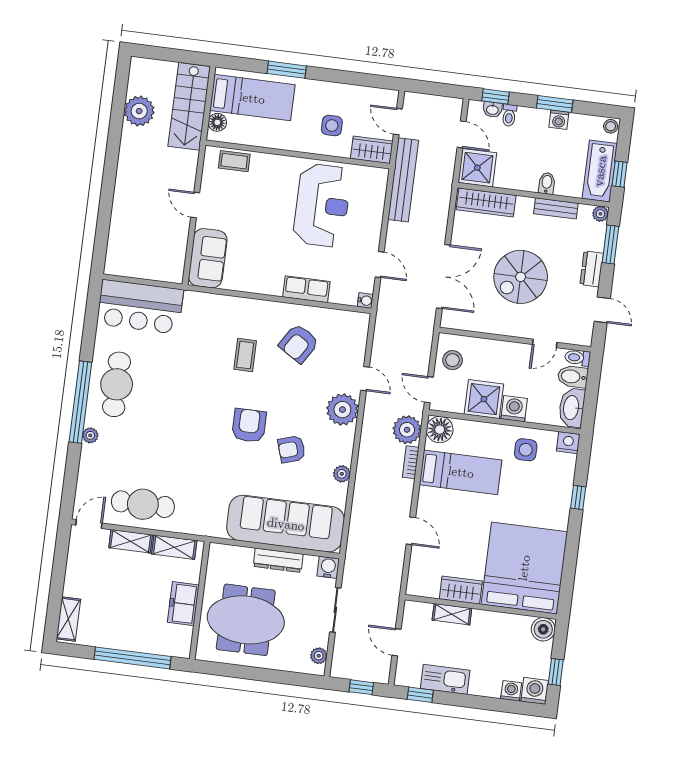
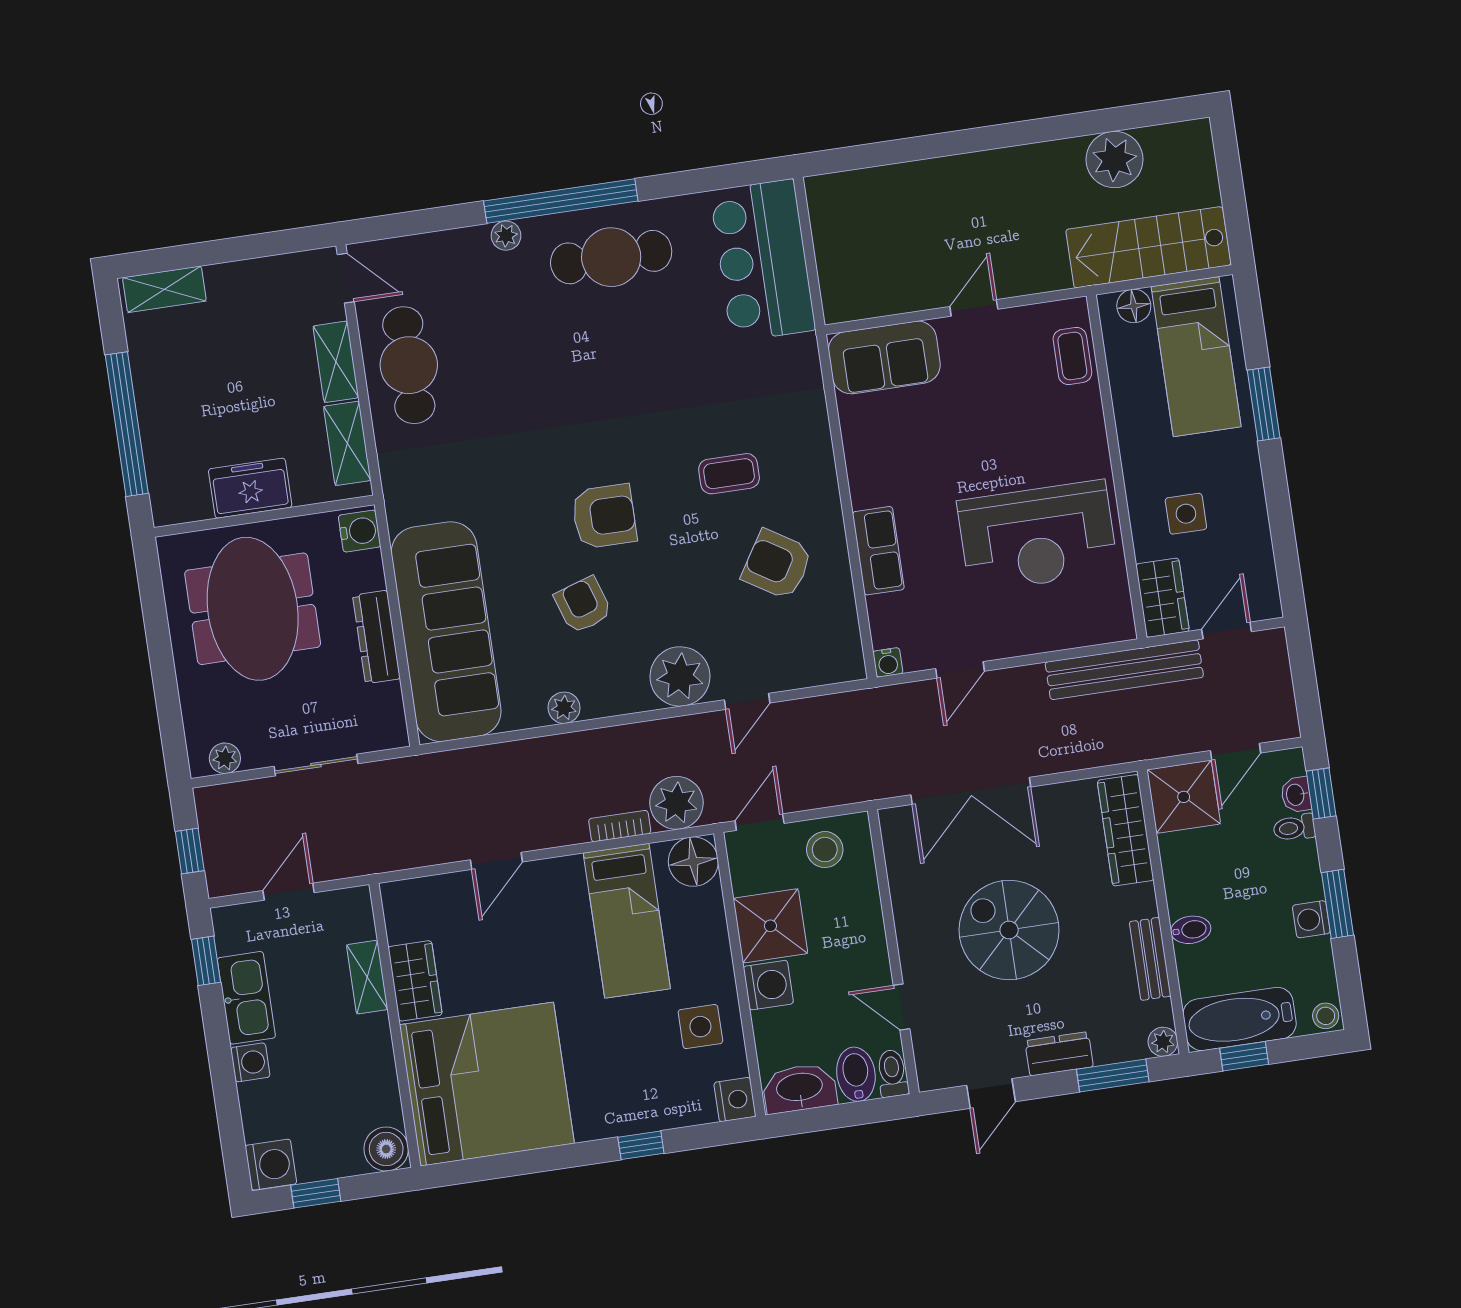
water cooler: (328, 567) -> (359, 531), moved
washing machine: (511, 691) -> (250, 1062), moved

